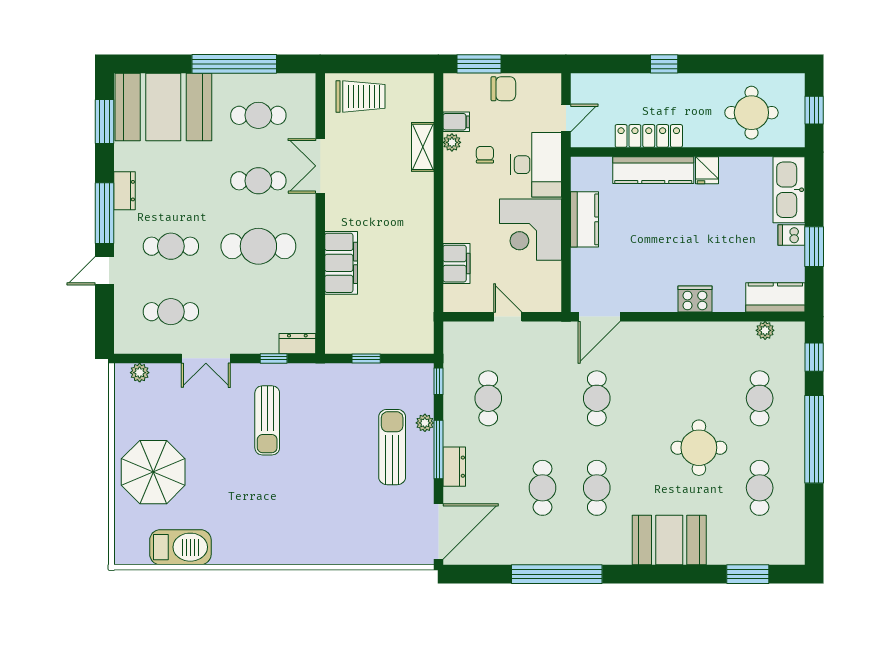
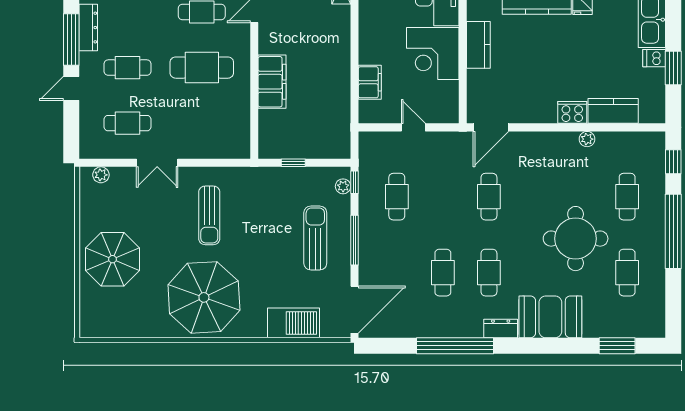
dresser: (124, 191) -> (88, 28), width x1.44
kitchen counter: (775, 297) -> (613, 111), moved
plant: (765, 330) -> (587, 139), moved
dresser: (297, 344) -> (235, 150), removed
window: (274, 358) -> (215, 163), removed
plant: (425, 423) -> (343, 186), moved
round table: (699, 448) -> (576, 239), width x1.36, depth x1.36
dresser: (454, 467) -> (501, 328), moved, turned -90
parasol: (261, 517) -> (204, 297), added
barbecue: (180, 547) -> (294, 323), moved

